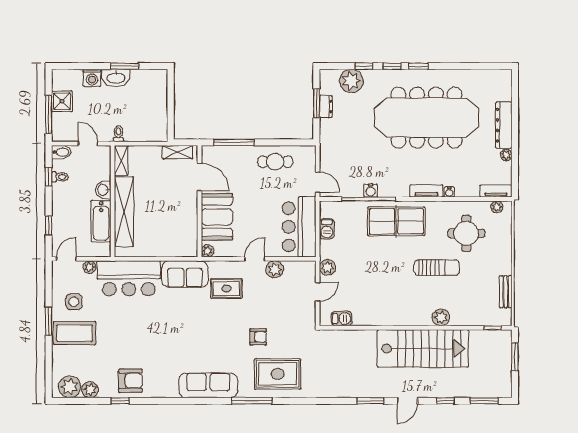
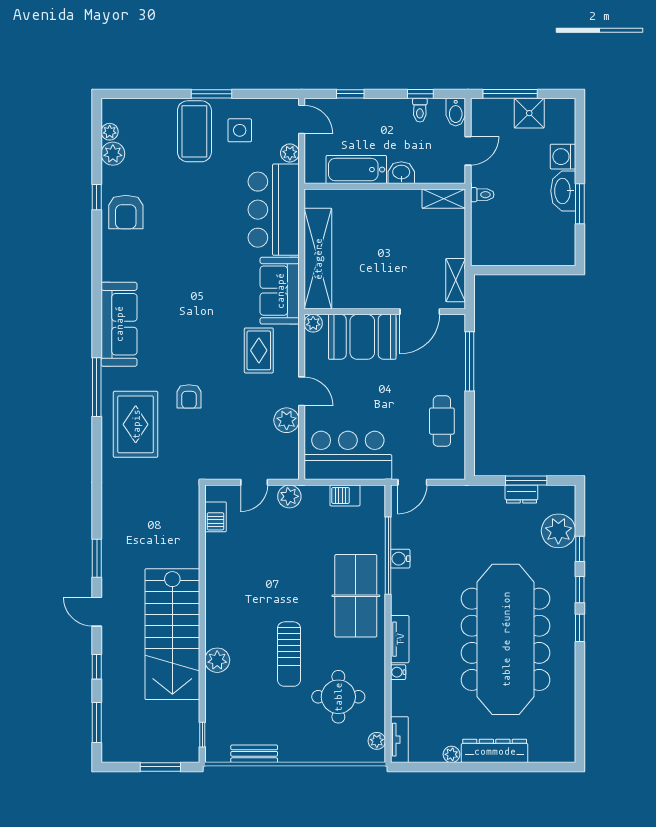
shelving: (124, 212) -> (318, 259), moved, turned 90
door: (318, 292) -> (254, 482), hinge flipped
plant: (70, 387) -> (110, 132), width x0.53, depth x0.53

